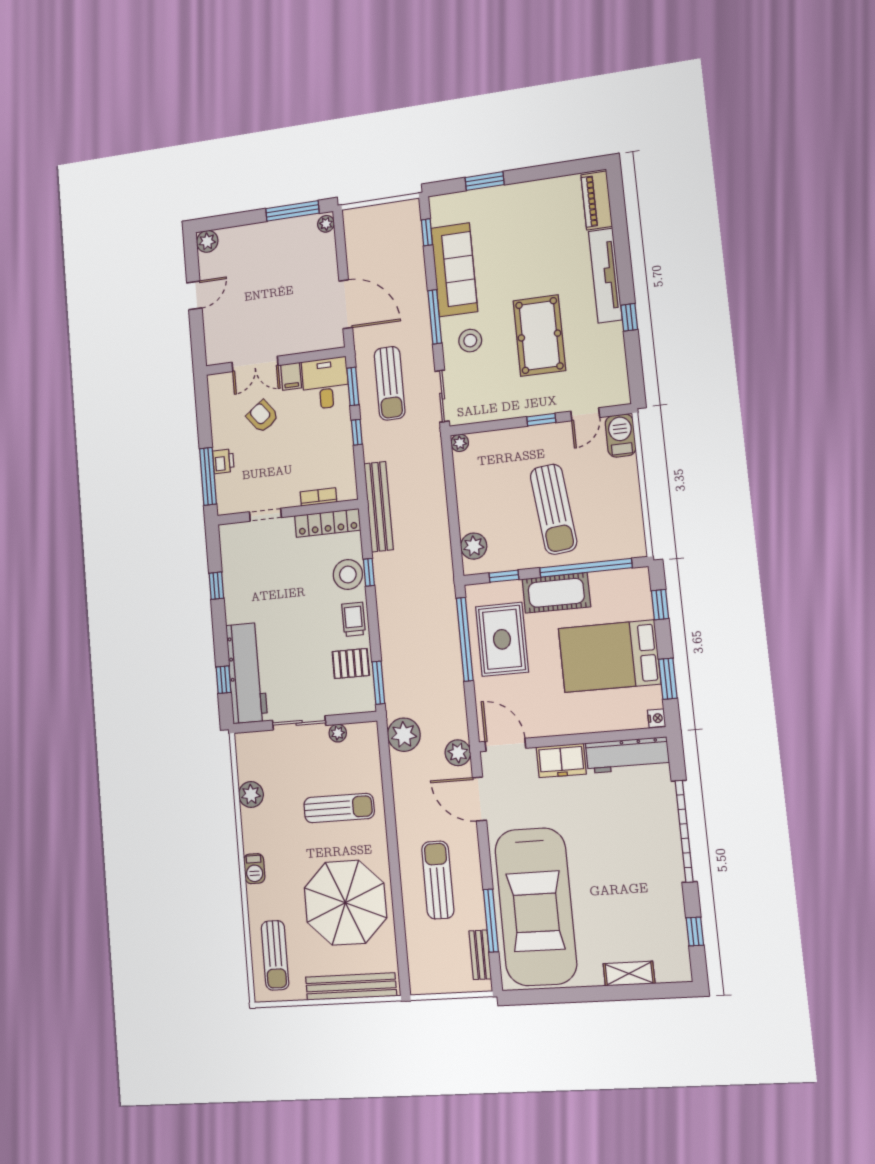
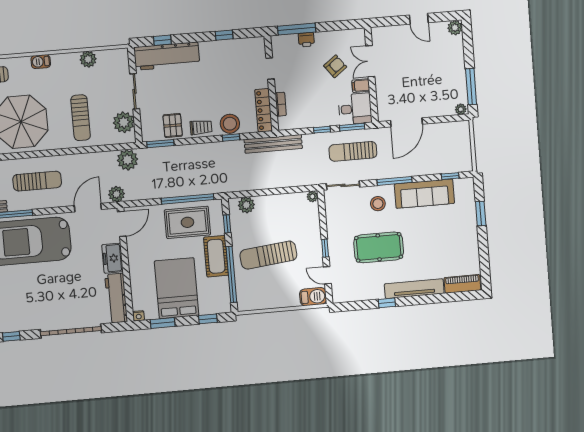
plant: (338, 733) -> (124, 122), width x1.88, depth x1.88

